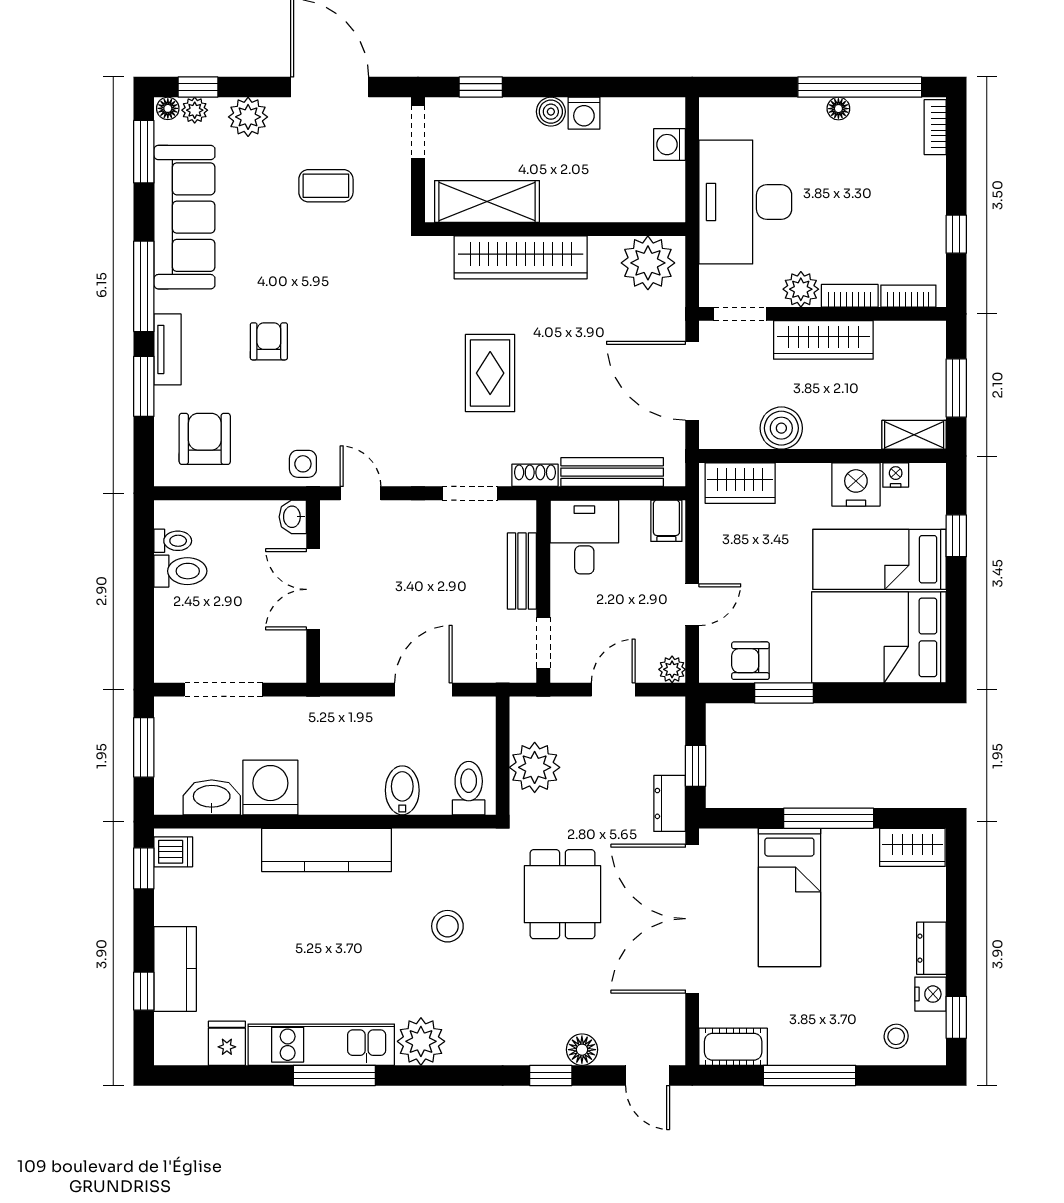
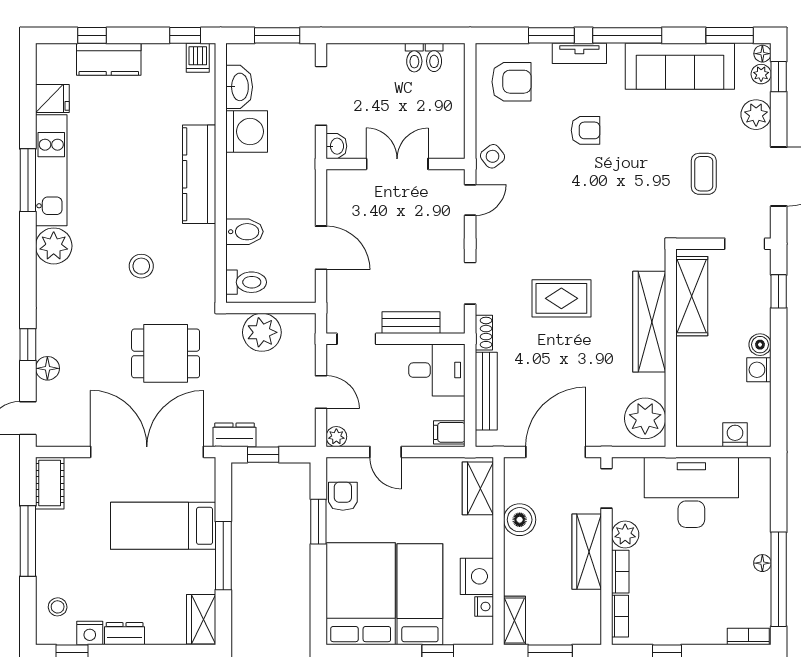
side table: (303, 464) -> (492, 156), turned -38
washbasin: (293, 517) -> (336, 146), moved, turned 90
toilet: (180, 571) -> (414, 58), width x0.73, depth x0.72

